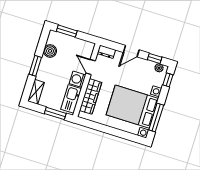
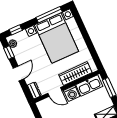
door: (131, 51) -> (18, 73), hinge flipped
door: (91, 67) -> (55, 92), hinge flipped

